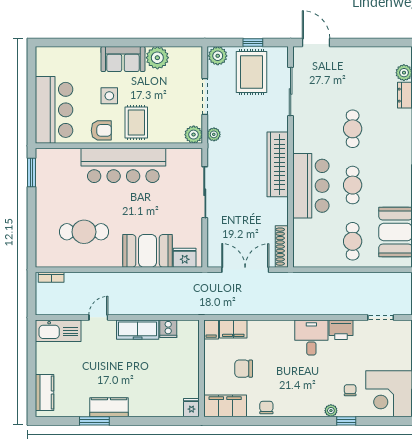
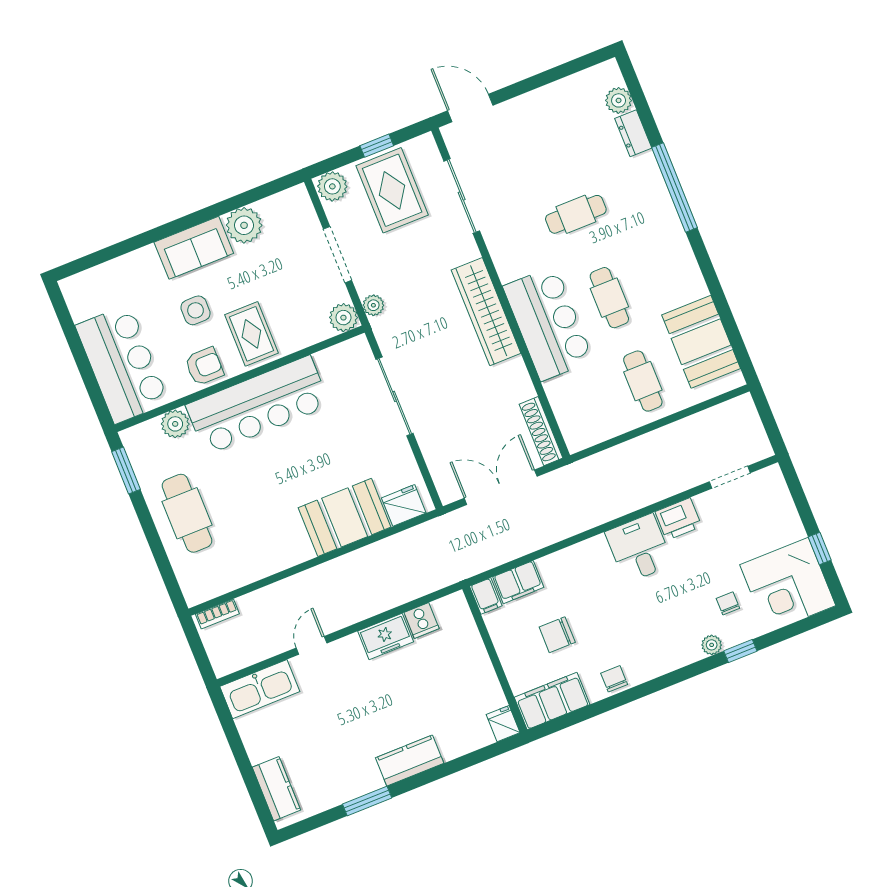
cafe table: (353, 129) -> (576, 214), turned 90
plant: (71, 157) -> (175, 424), added
cafe table: (84, 232) -> (187, 513), moved, turned 90
freezer: (138, 330) -> (386, 636), width x0.71
kitchen counter: (109, 407) -> (410, 761), moved

